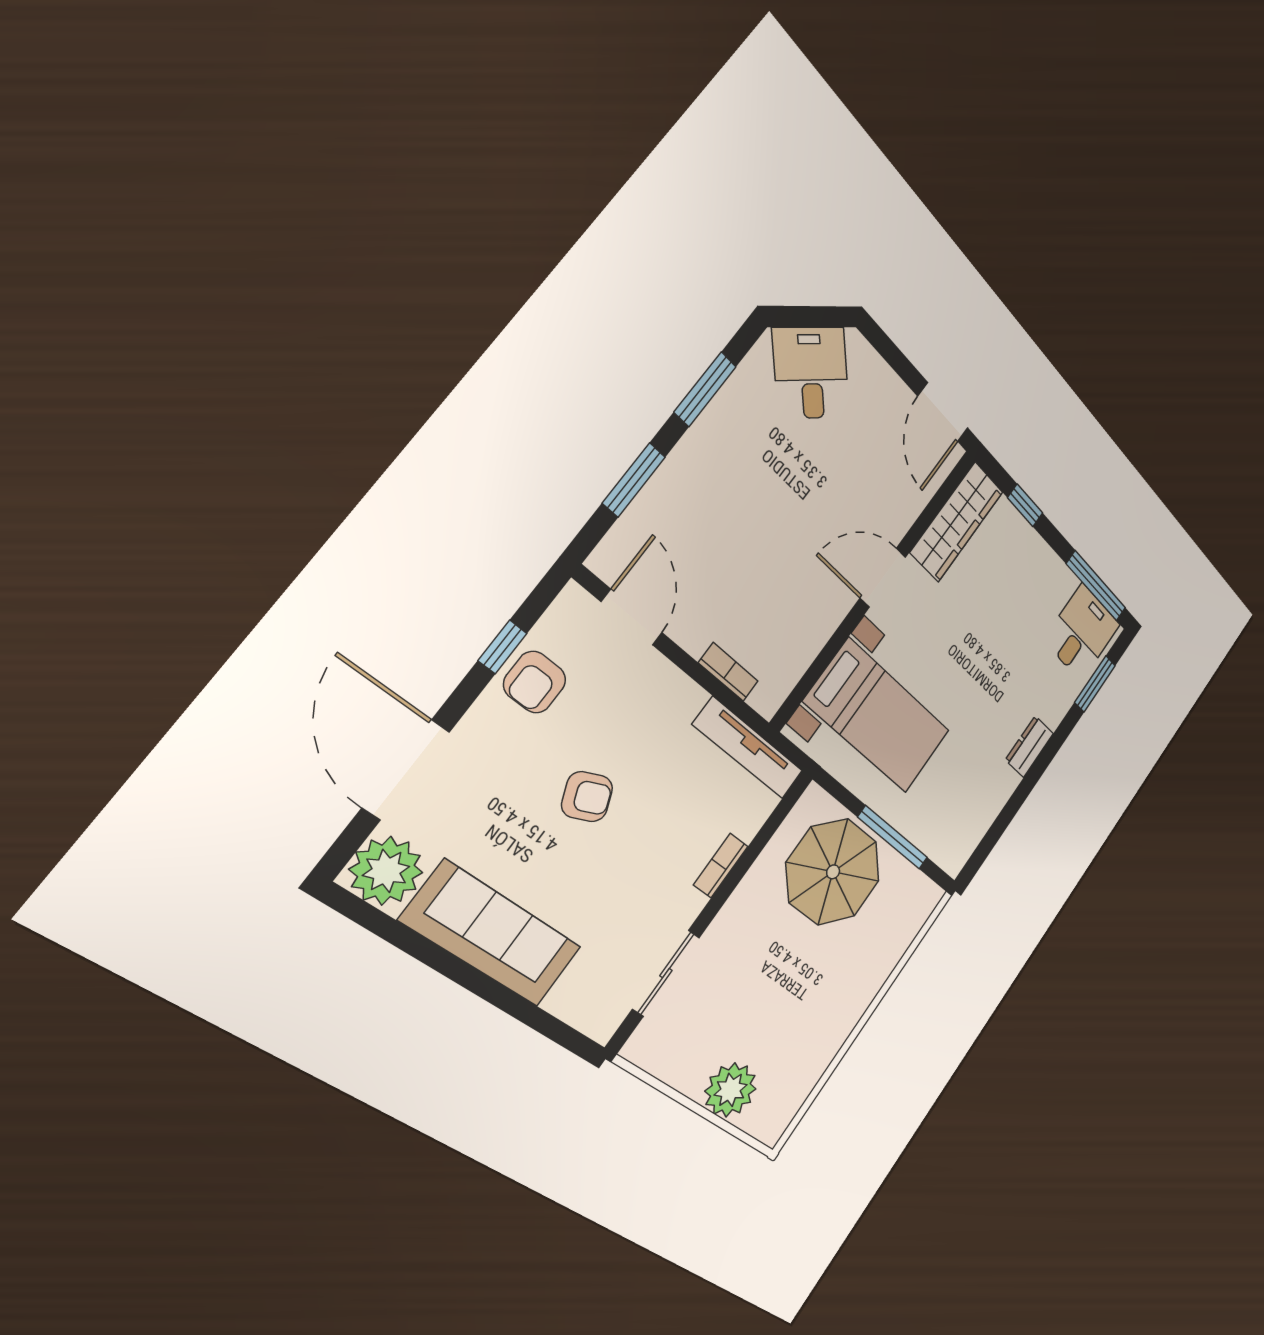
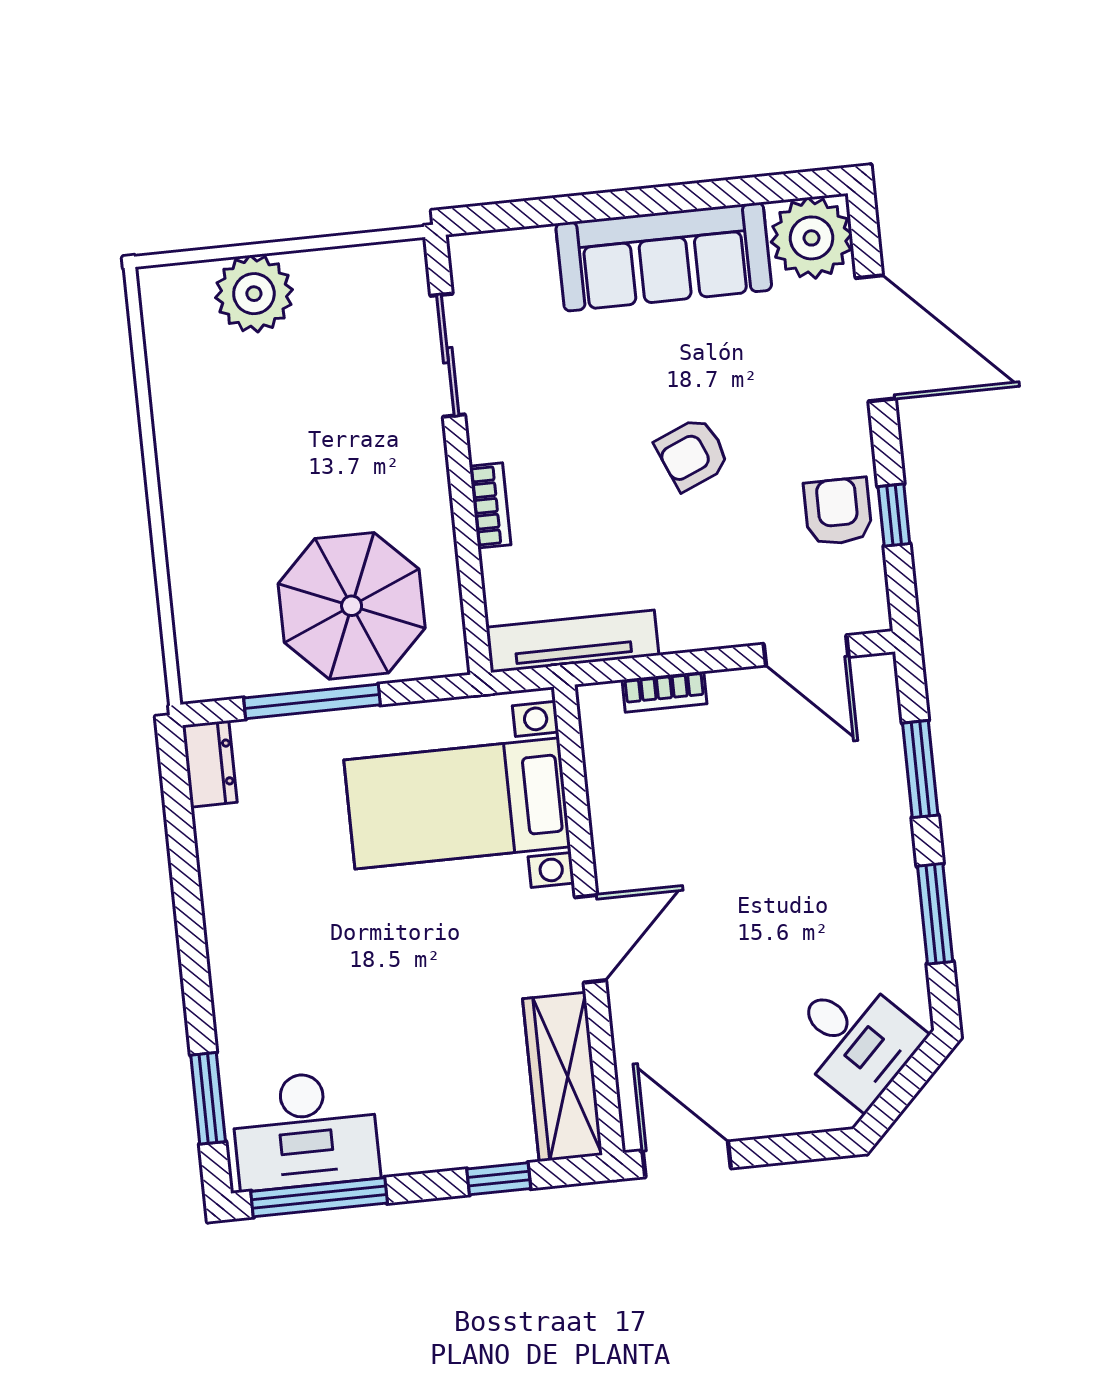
desk: (1082, 632) -> (305, 1130), width x1.37
dresser: (1029, 747) -> (210, 764), moved

